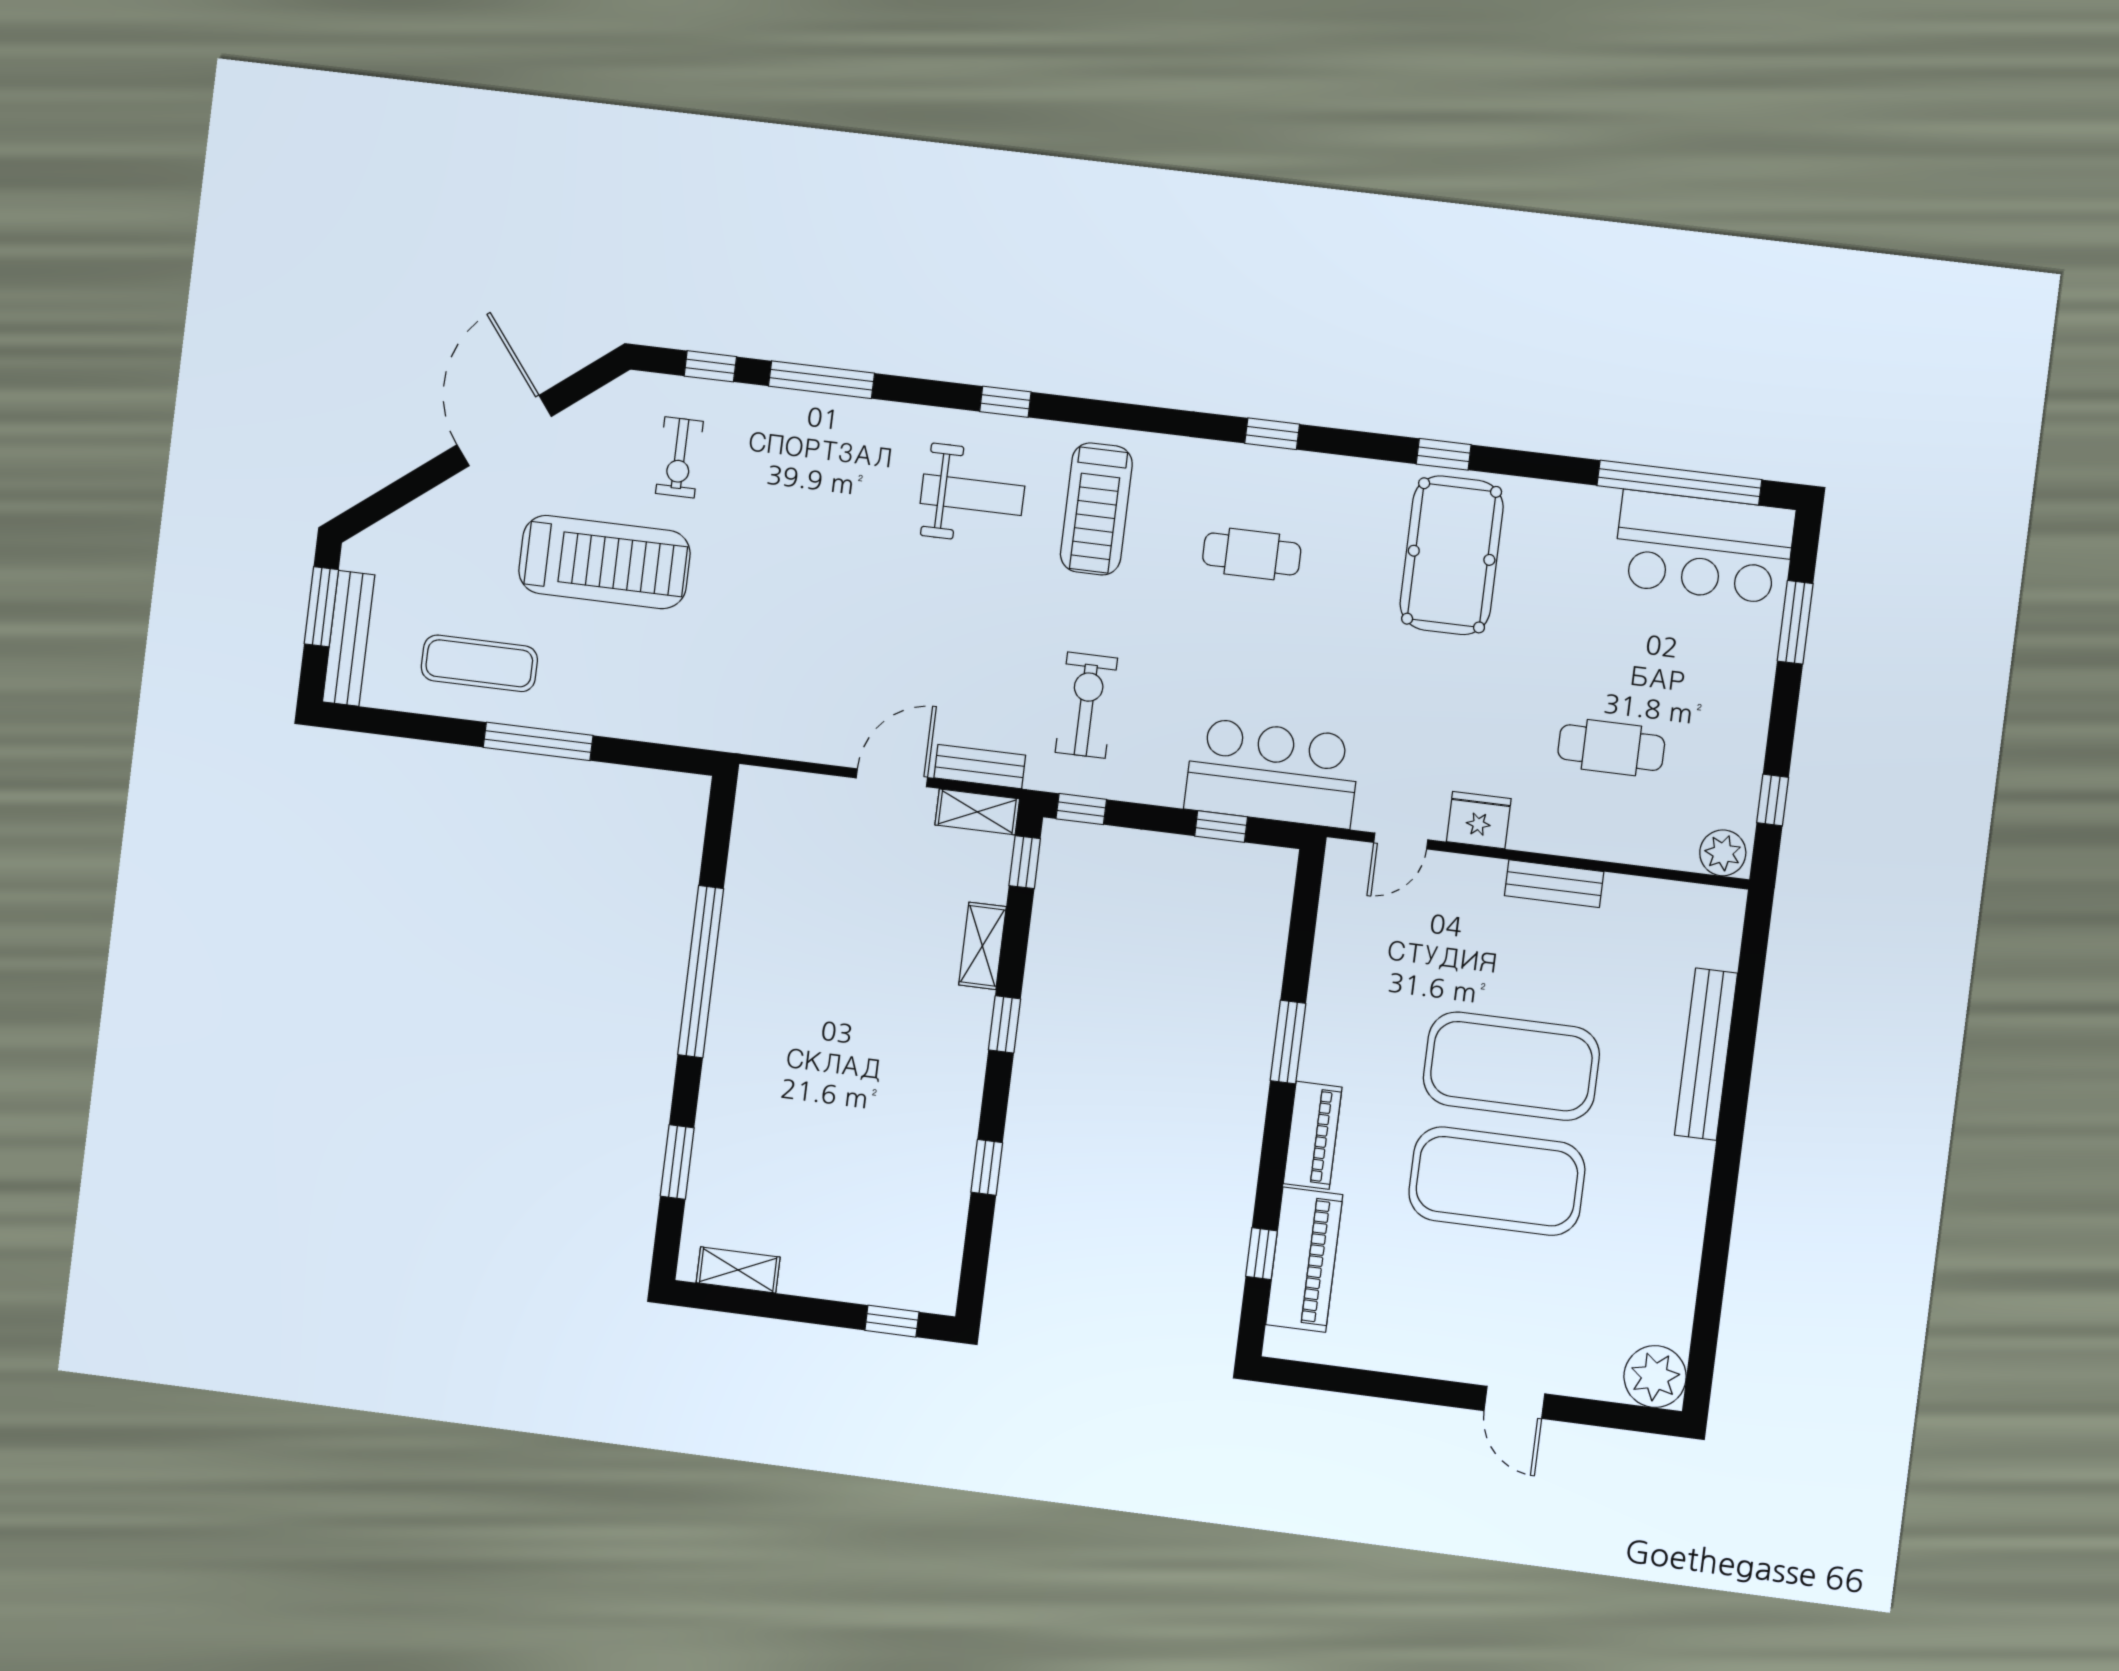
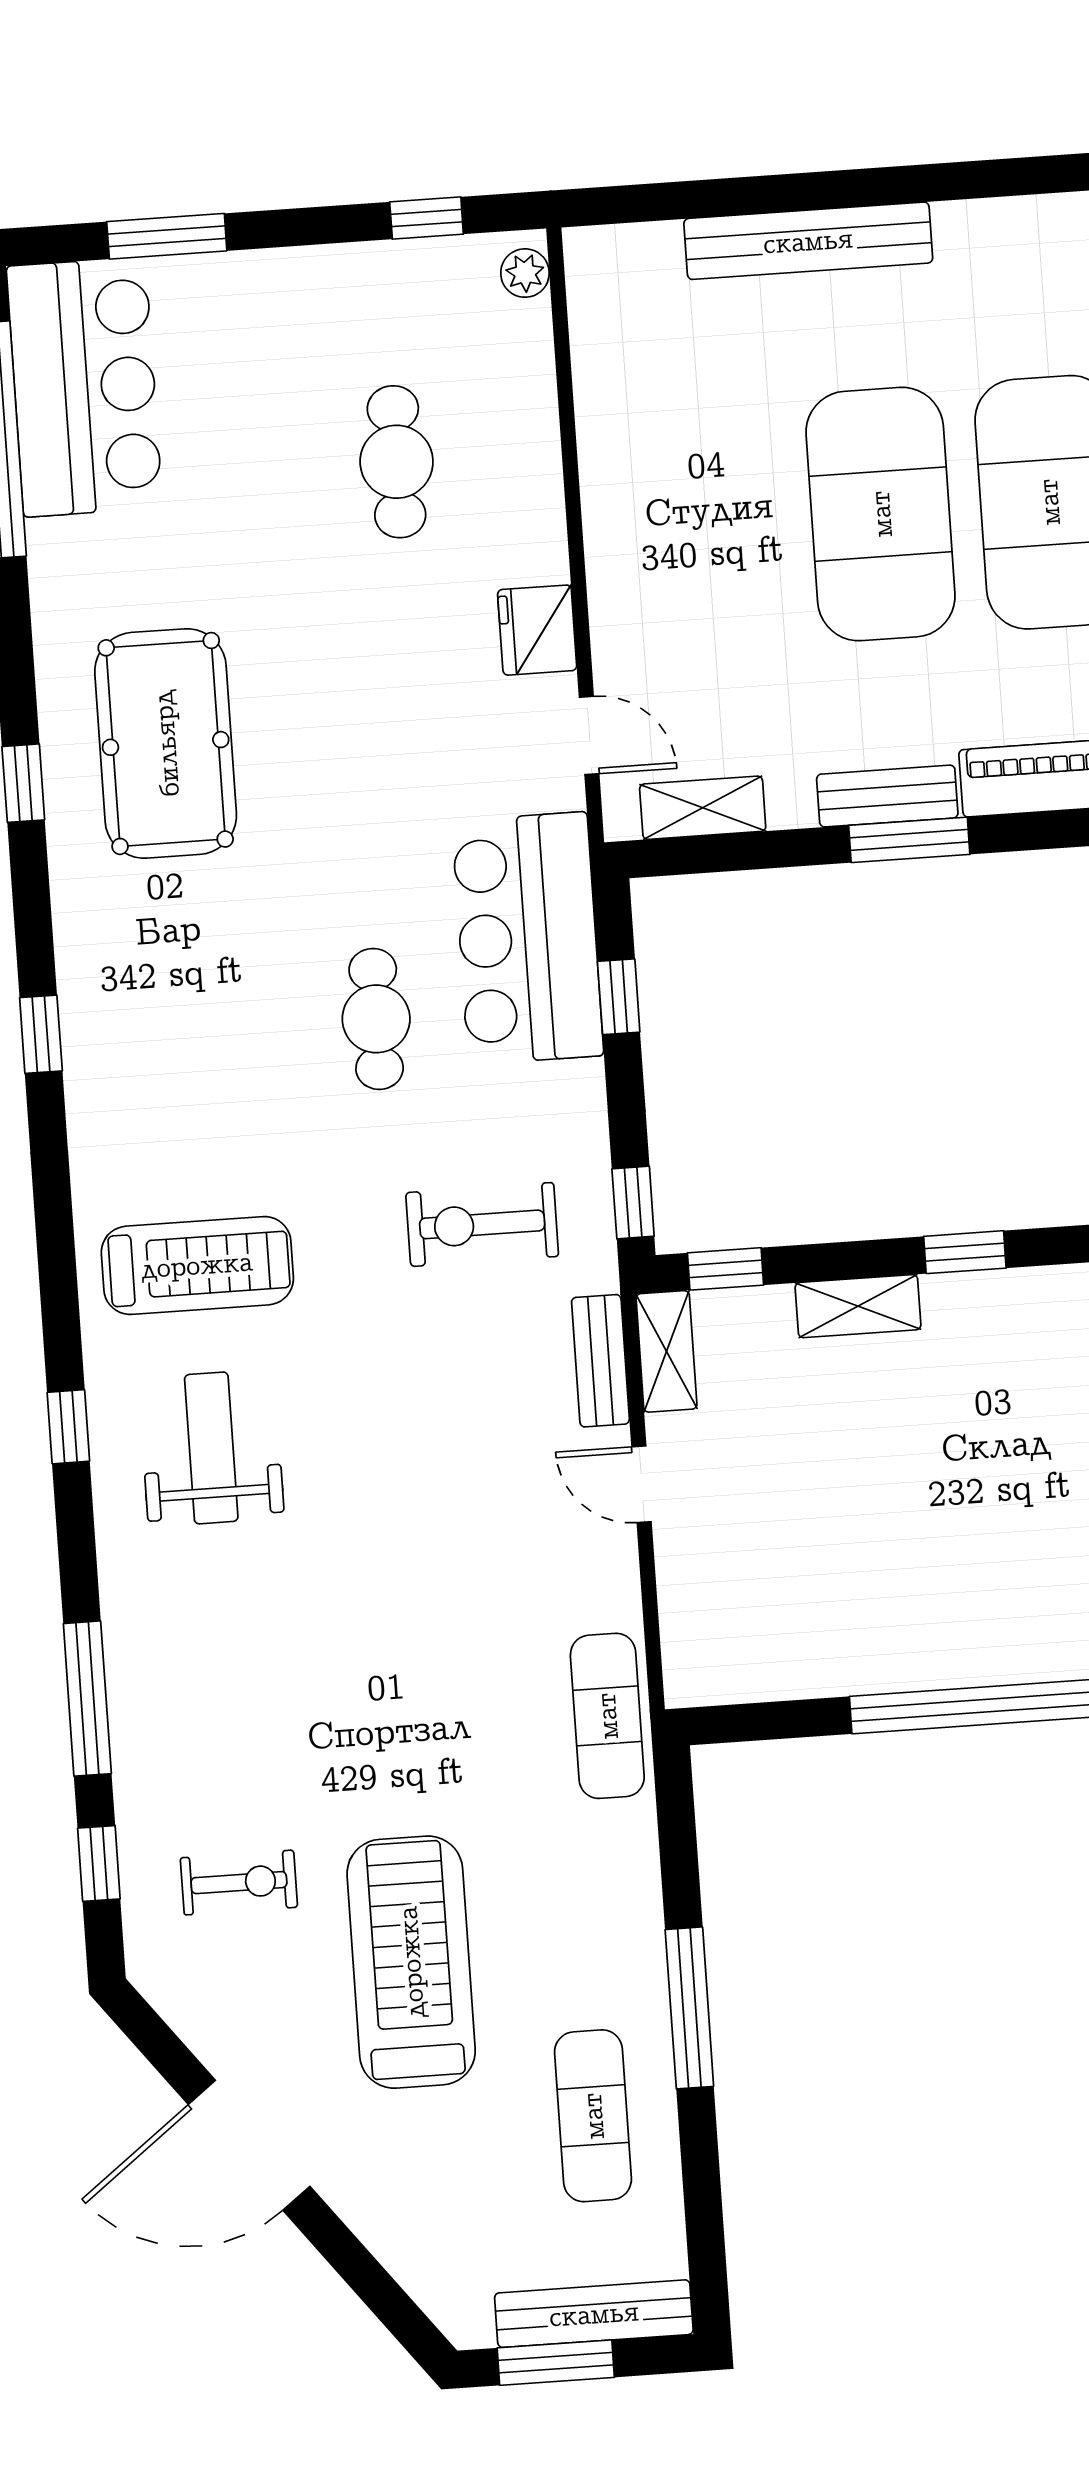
cafe table: (1252, 554) -> (376, 1019), moved
pool table: (1452, 555) -> (166, 743), turned 90
exercise mat: (742, 725) -> (607, 1716), added
door: (892, 778) -> (641, 1484), width x0.73
plant: (1723, 853) -> (525, 273), width x0.73, depth x0.73
bench: (1554, 884) -> (887, 796), moved, turned 90
shelving: (1337, 908) -> (703, 808), added

